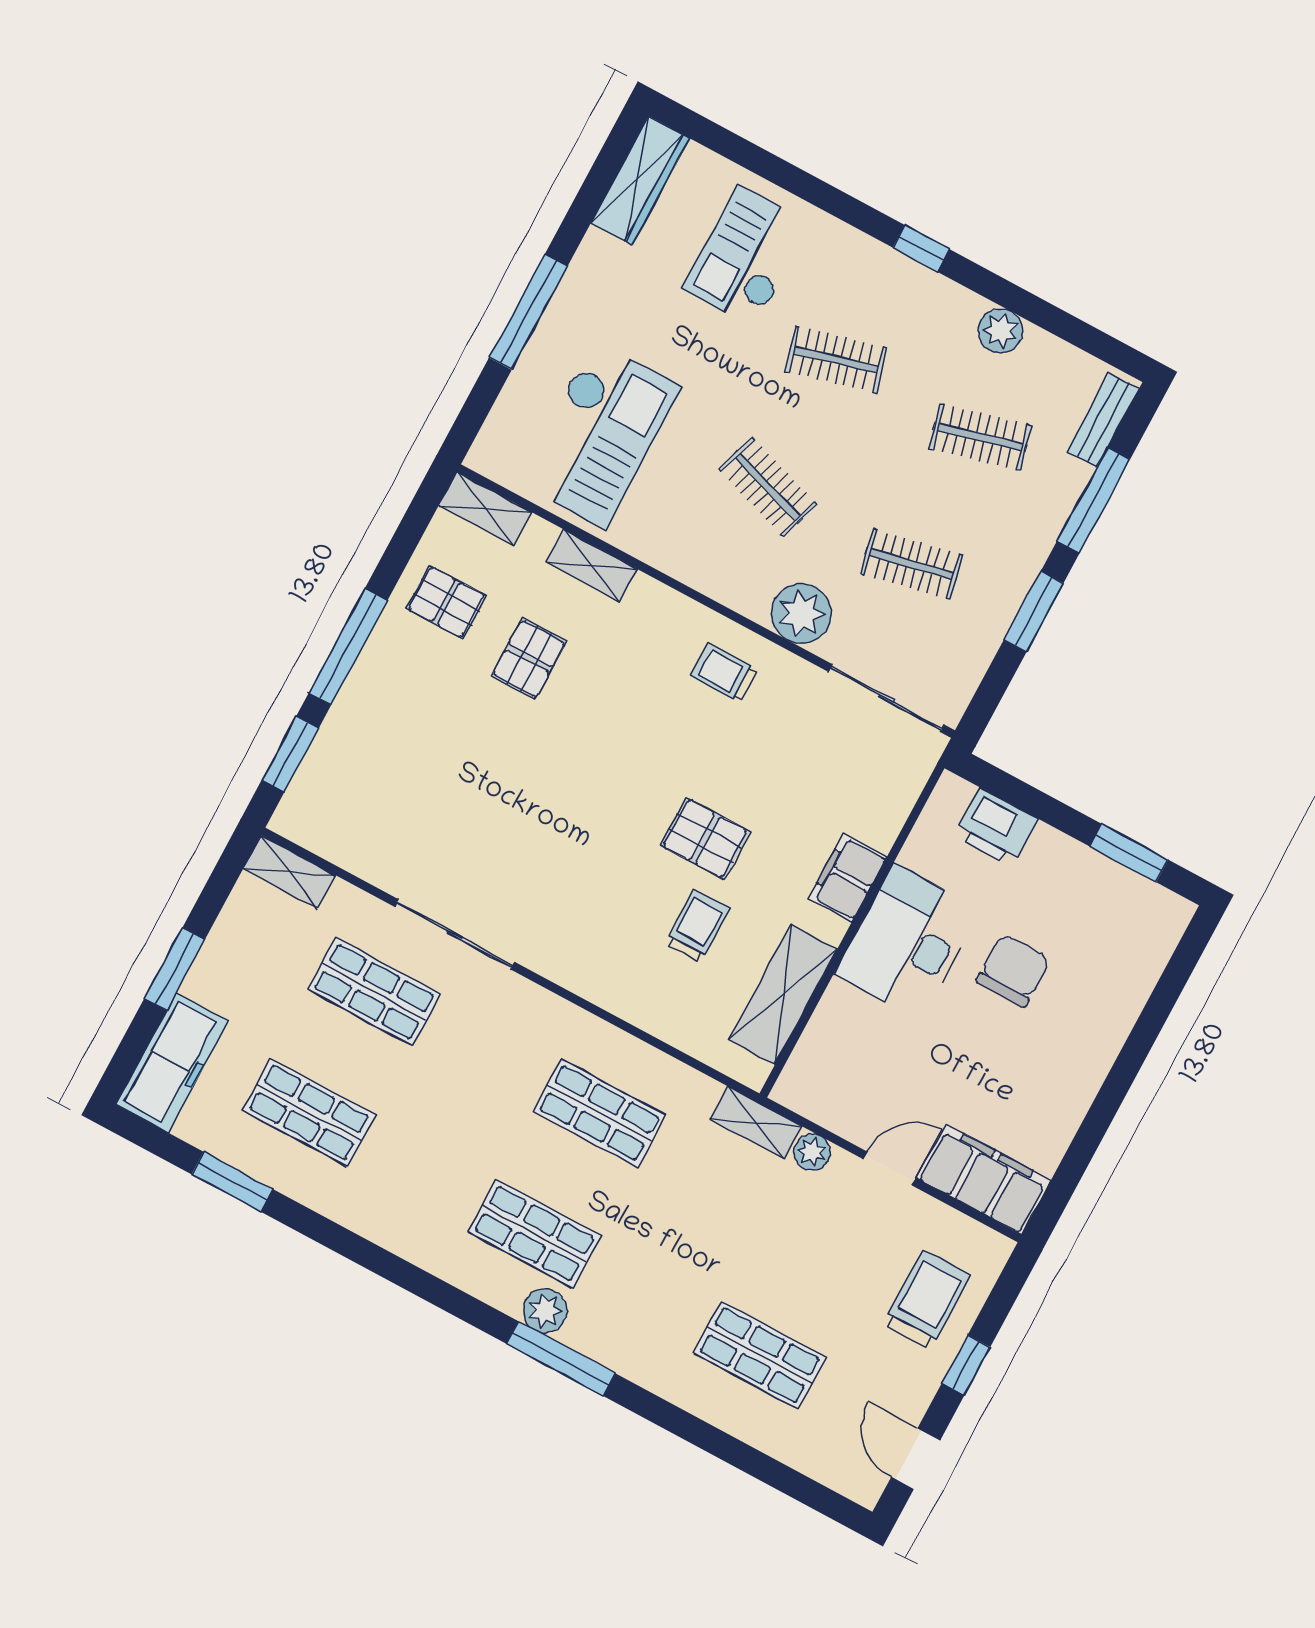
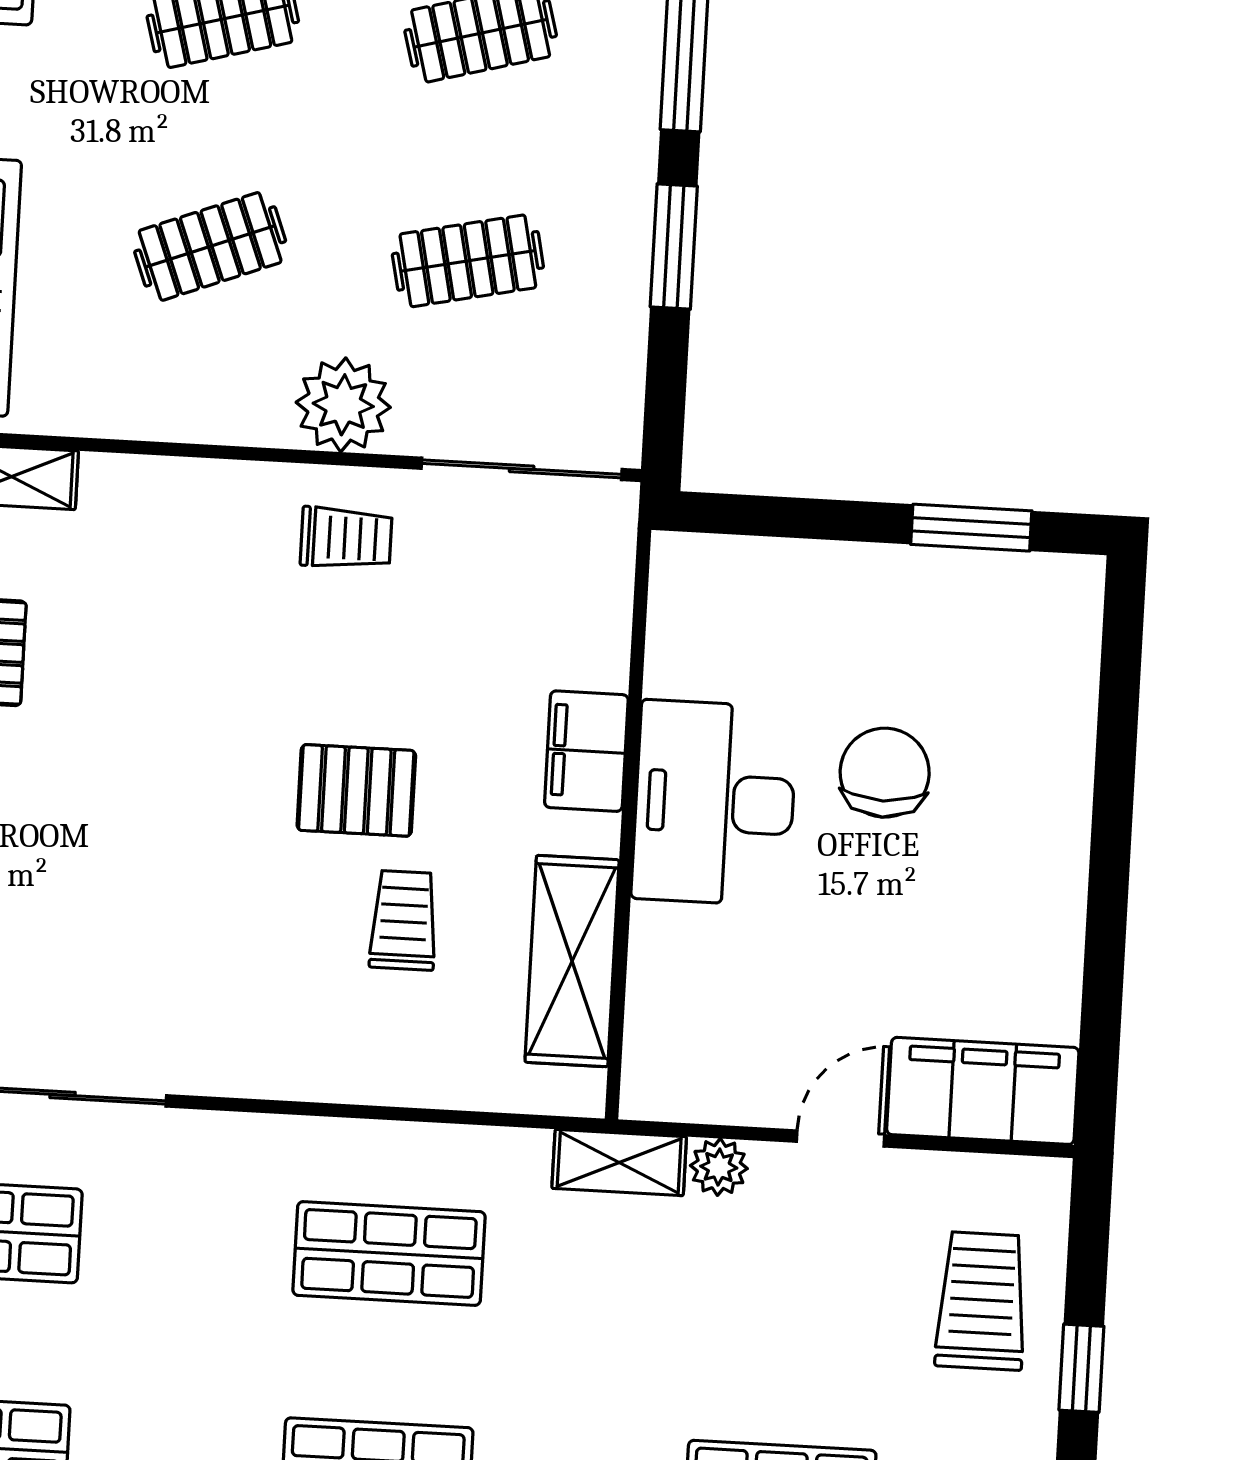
clothes rail: (767, 487) -> (210, 246), turned -39
trolley: (724, 673) -> (346, 538), moved, turned 180
printer: (996, 827) -> (764, 580), removed

